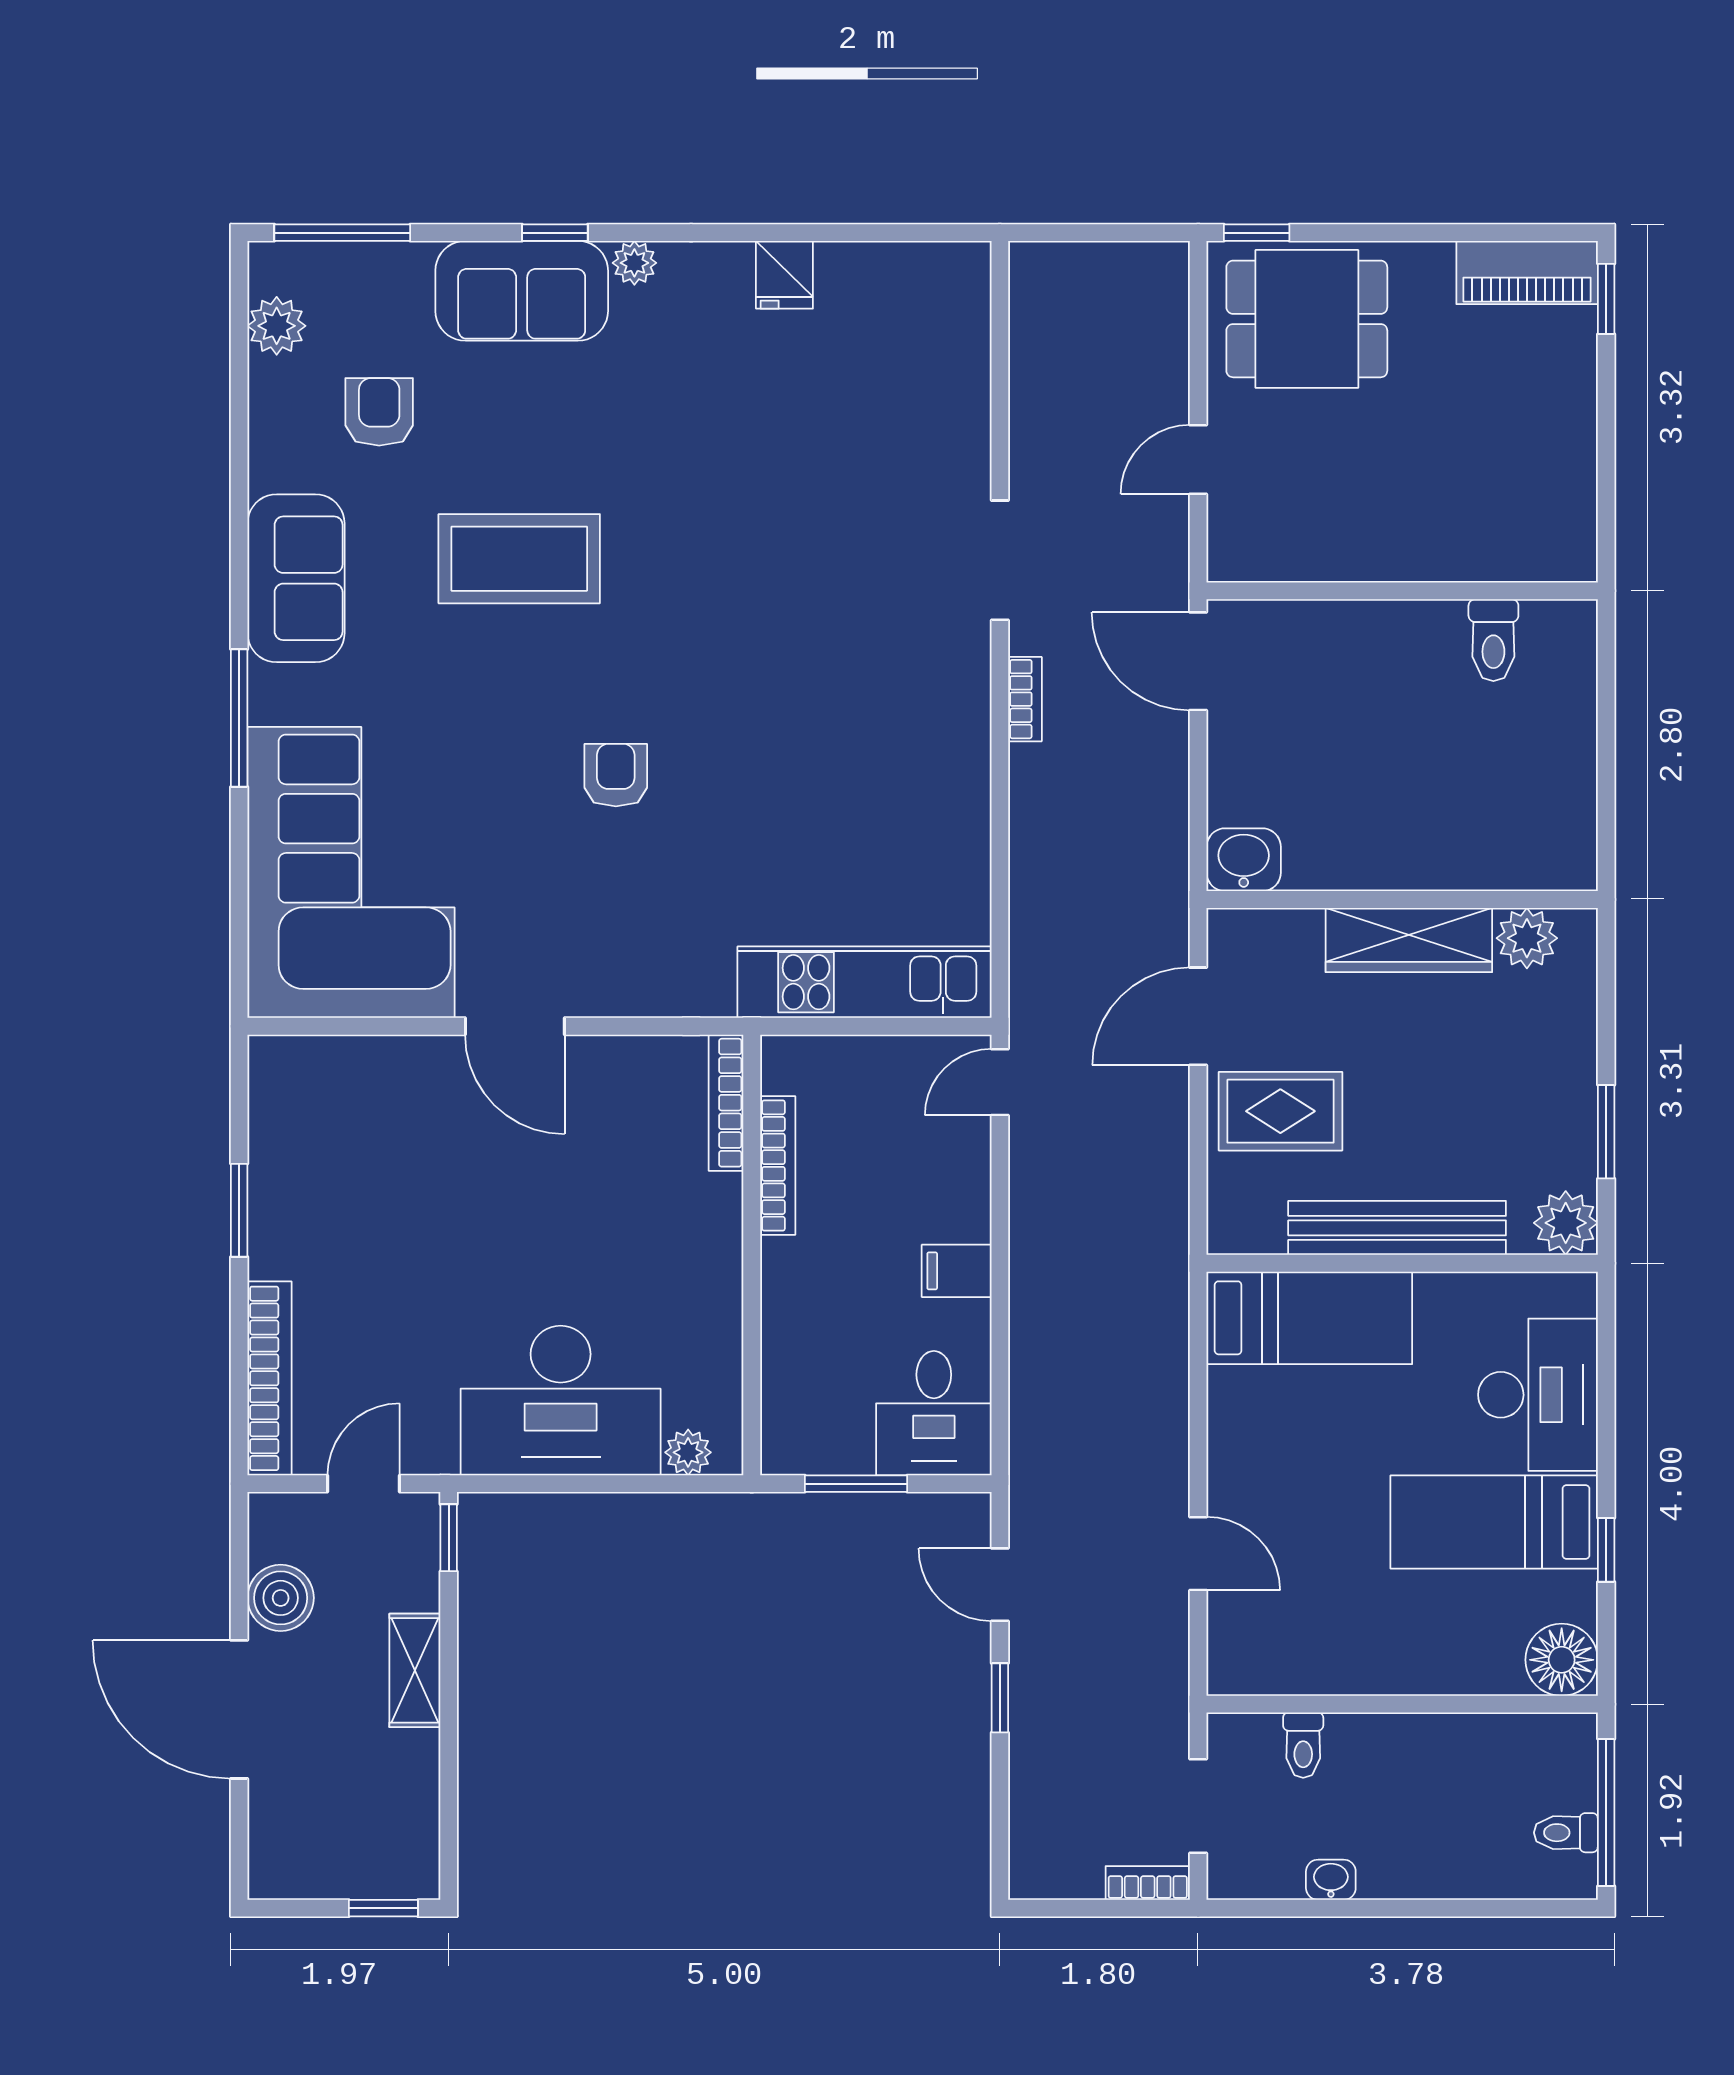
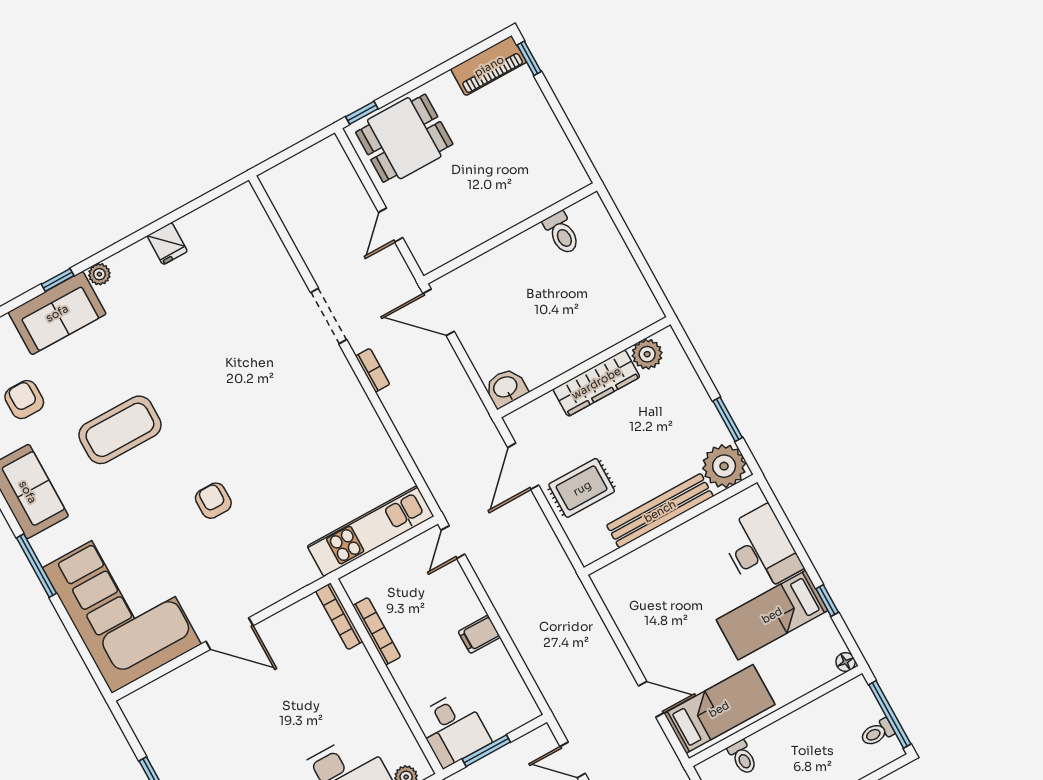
plant: (1566, 1223) -> (724, 466), width x1.36, depth x1.36
bed: (1309, 1318) -> (719, 709), moved
desk: (934, 1413) -> (453, 729), moved
floor lamp: (1562, 1660) -> (846, 662), width x0.53, depth x0.53

